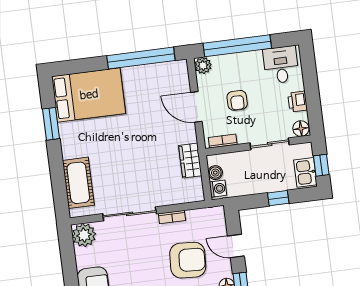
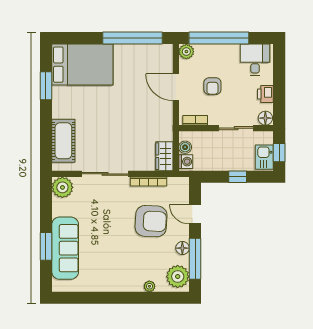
wardrobe: (190, 161) -> (164, 156), moved
bookcase: (172, 217) -> (148, 181), width x1.56

